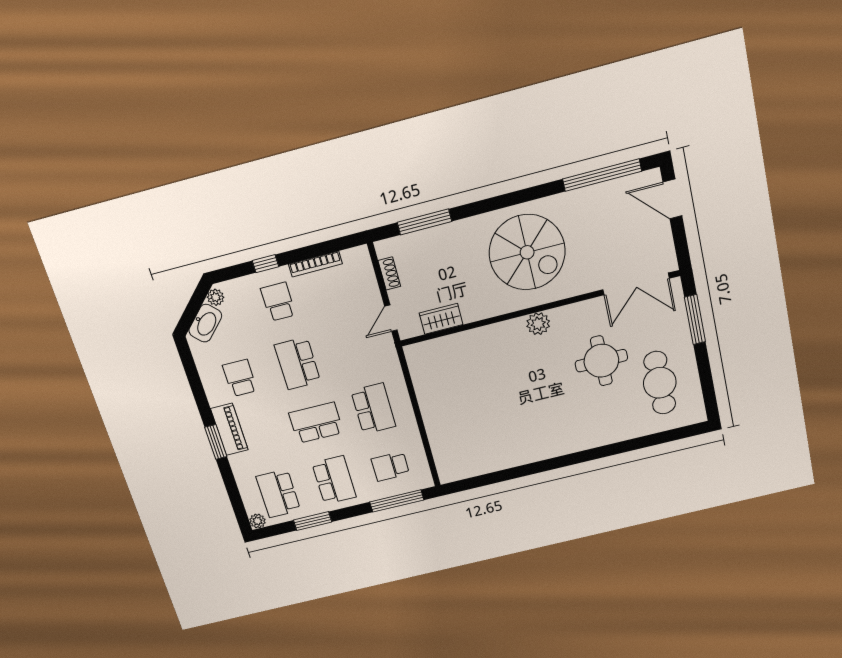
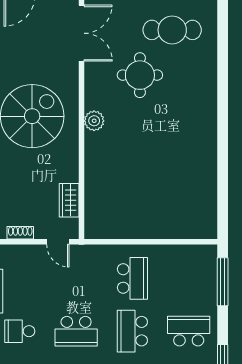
school desk: (373, 409) -> (132, 278), turned 90
school desk: (390, 466) -> (189, 278), removed

